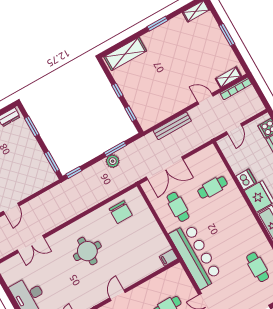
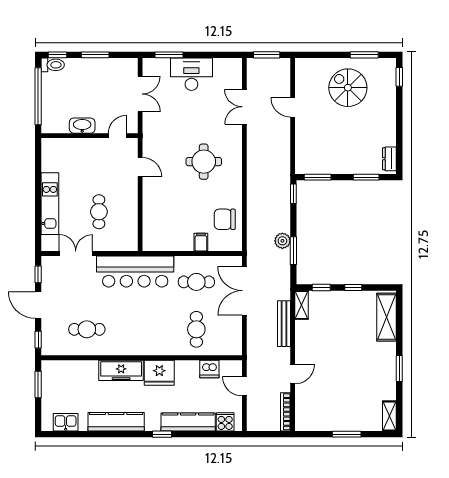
shelving: (228, 77) -> (301, 305), moved
dishwasher: (246, 179) -> (209, 369), moved
filing cabinet: (168, 258) -> (201, 242), moved

